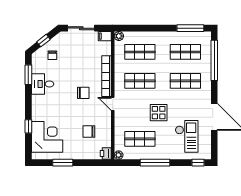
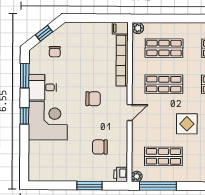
sliding door: (81, 28) -> (91, 18), removed
bookcase: (106, 76) -> (122, 61), moved
door: (113, 104) -> (130, 113), swing flipped
window: (28, 126) -> (24, 116), moved
corner desk: (47, 137) -> (48, 121), moved
window: (63, 163) -> (90, 186), moved
window: (155, 163) -> (158, 186), moved

